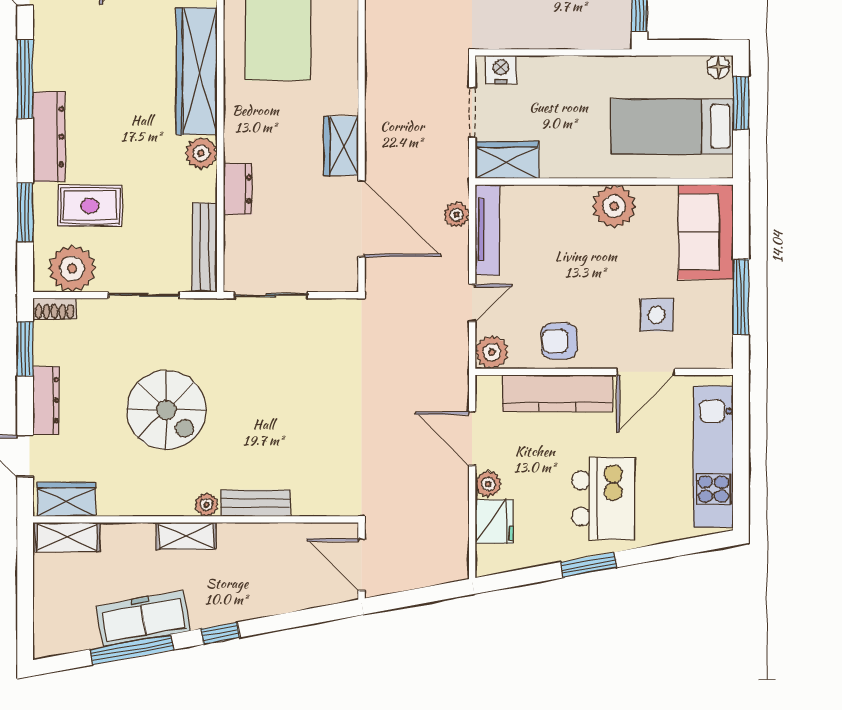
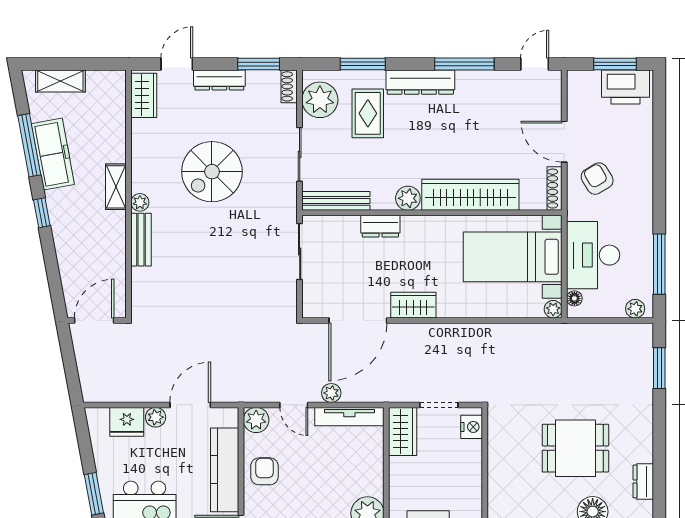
plant: (456, 215) -> (331, 393), moved
shelving: (67, 537) -> (60, 81), moved, turned 90

